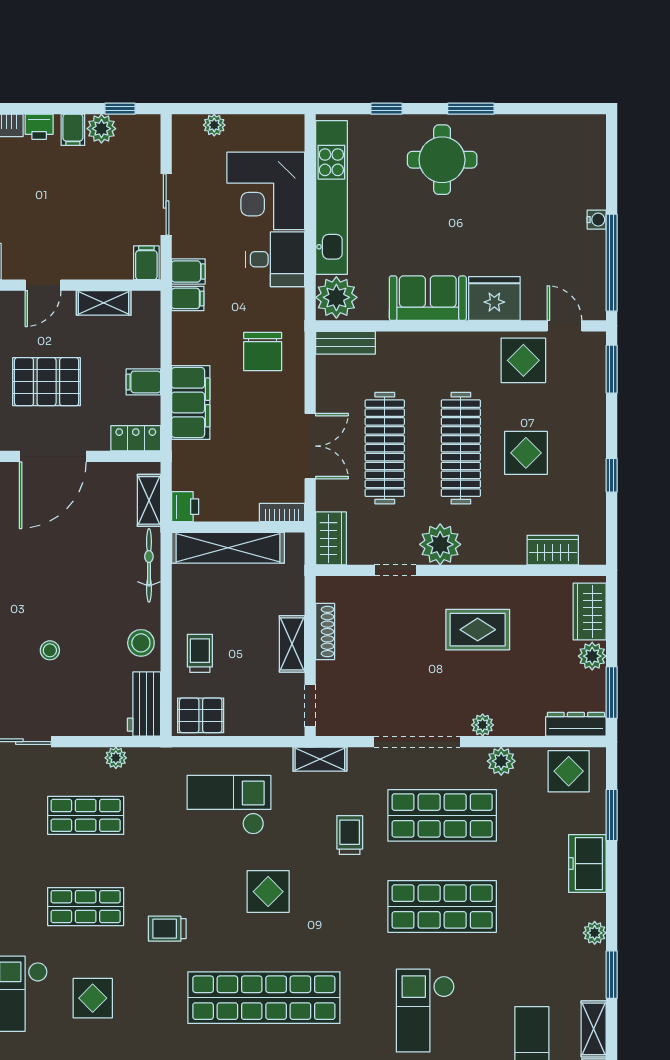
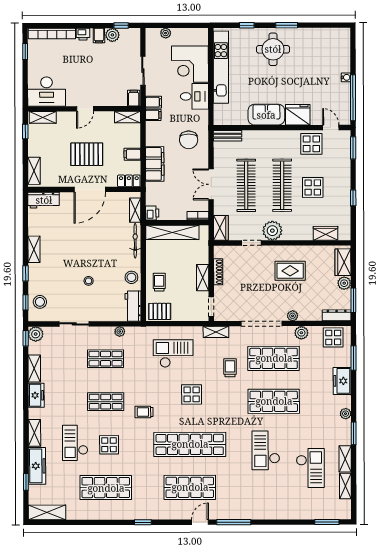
plant: (336, 297) -> (223, 114), removed
shelving: (104, 303) -> (128, 117), moved
double door: (310, 446) -> (211, 184), swing flipped

